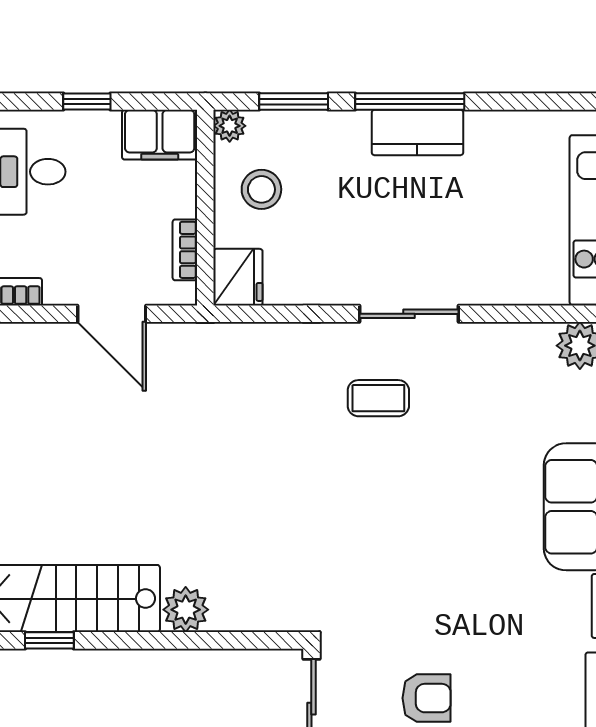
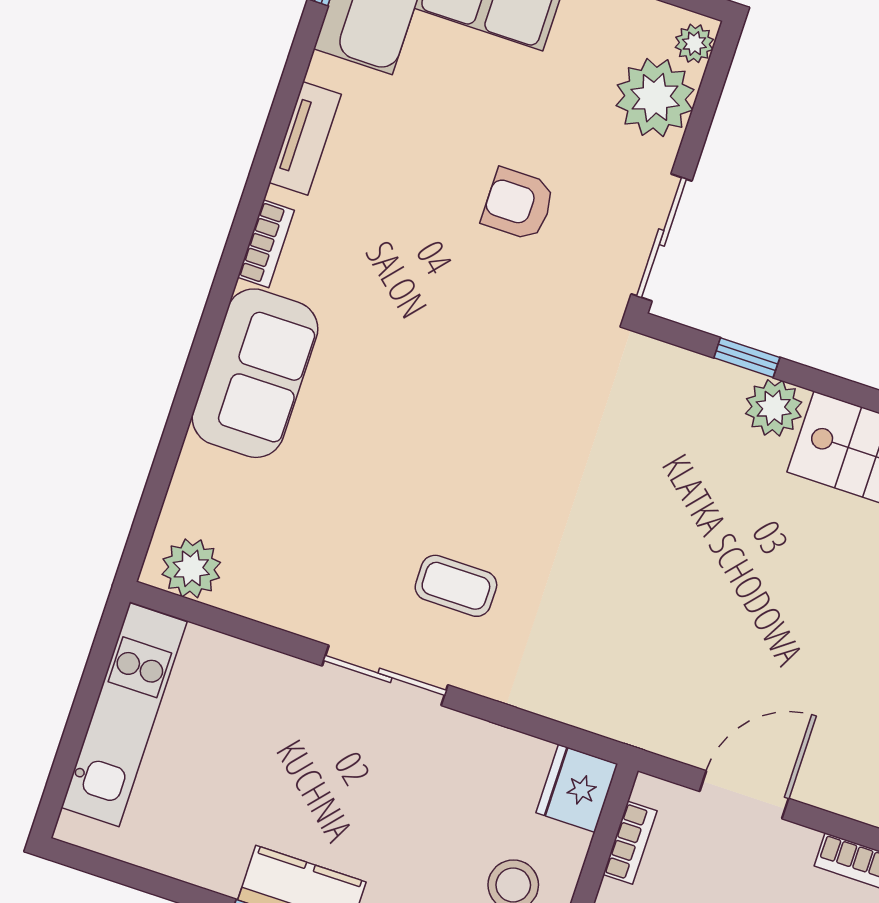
door: (112, 314) -> (744, 795), hinge flipped
window: (218, 640) -> (747, 358), added

